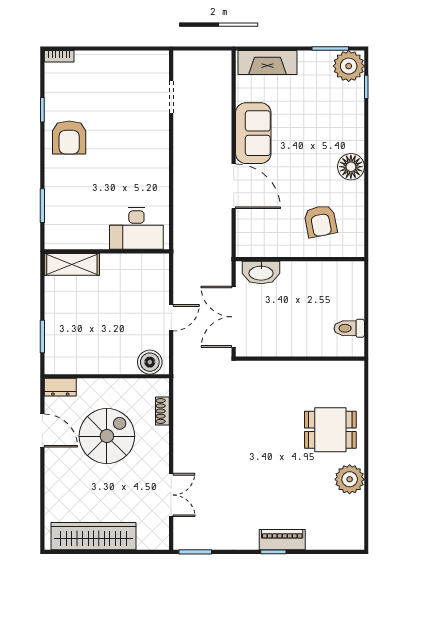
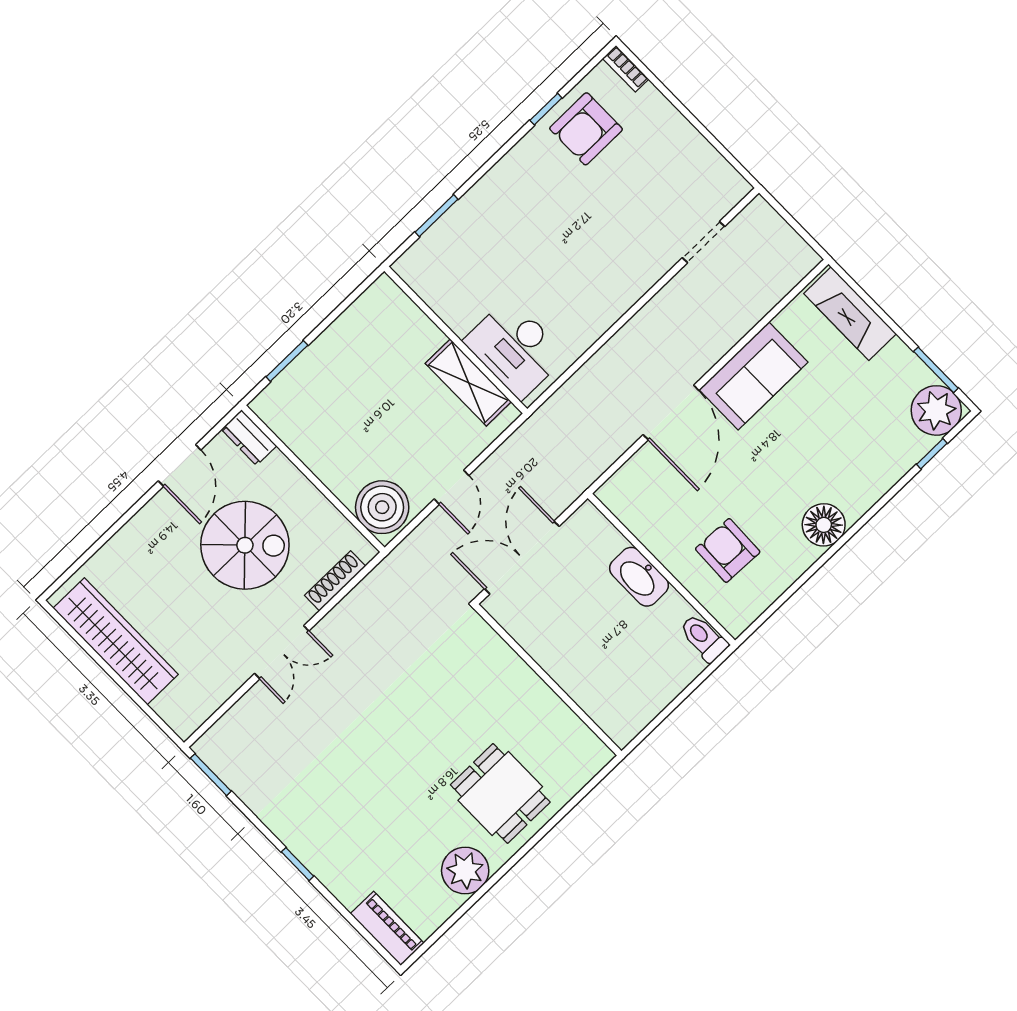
armchair: (69, 138) -> (586, 129), moved
armchair: (320, 221) -> (728, 550), turned 103
shelving: (72, 264) -> (468, 382), moved
washbasin: (261, 273) -> (639, 577), moved
door: (171, 318) -> (451, 487), hinge flipped
toilet: (349, 328) -> (704, 638), moved
boiler: (150, 362) -> (382, 507), width x1.37, depth x1.37
shoe rack: (162, 411) -> (335, 581), width x1.43
double door: (171, 495) -> (282, 652), moved
piano: (282, 540) -> (387, 928), moved

